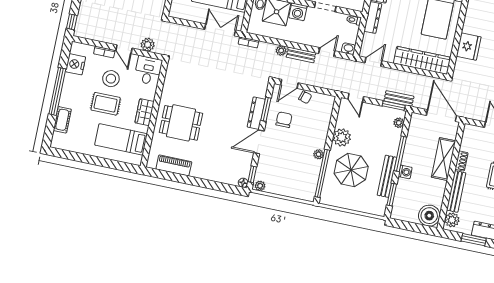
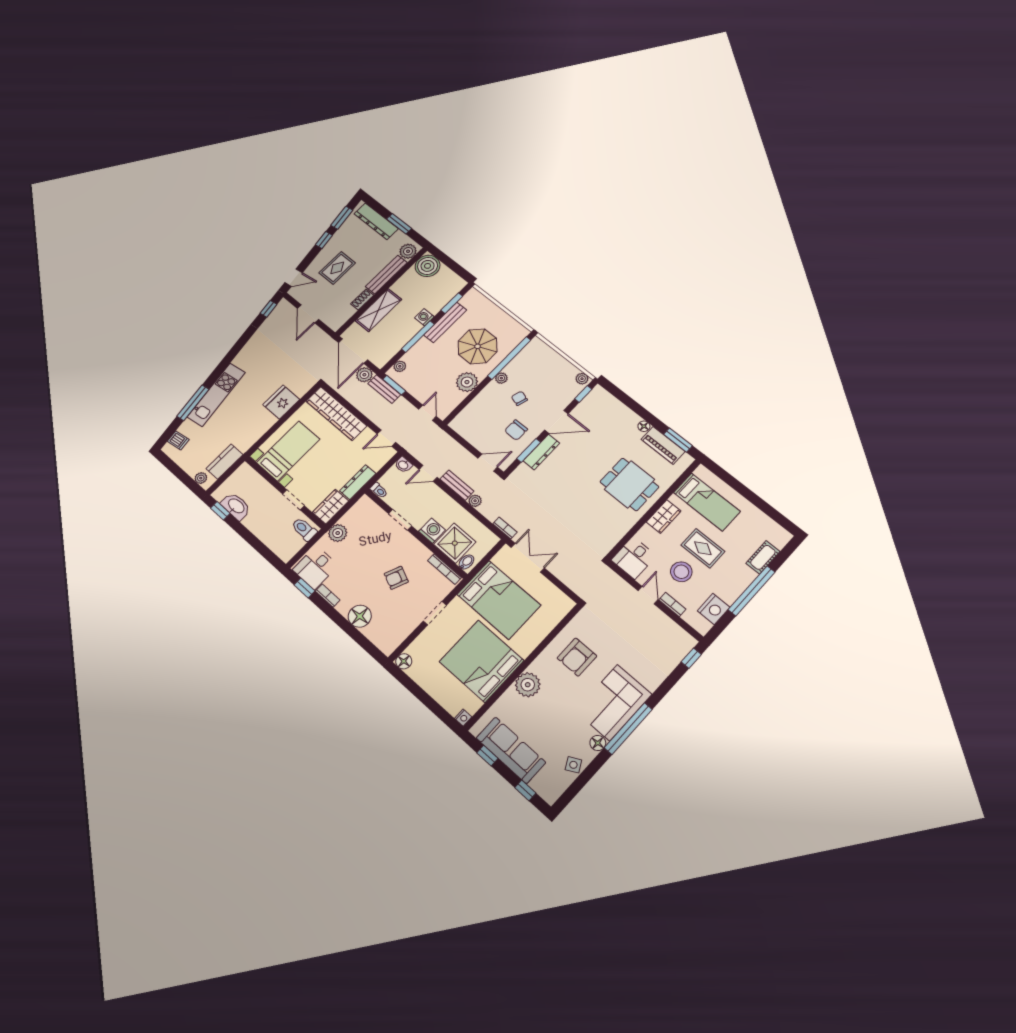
double door: (220, 30) -> (528, 558), swing flipped
plant: (148, 45) -> (364, 375), moved
chair: (305, 97) -> (519, 398), moved
window: (166, 175) -> (678, 440), added
floor lamp: (243, 183) -> (644, 426), moved

